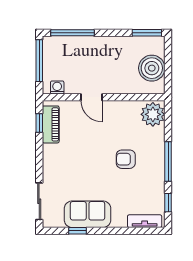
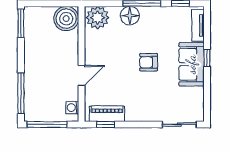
boiler: (152, 68) -> (66, 19), moved
floor lamp: (155, 149) -> (130, 16), added
armchair: (126, 159) -> (149, 62), moved, turned 90
sofa: (88, 214) -> (191, 64), moved
window: (78, 231) -> (207, 58), moved

